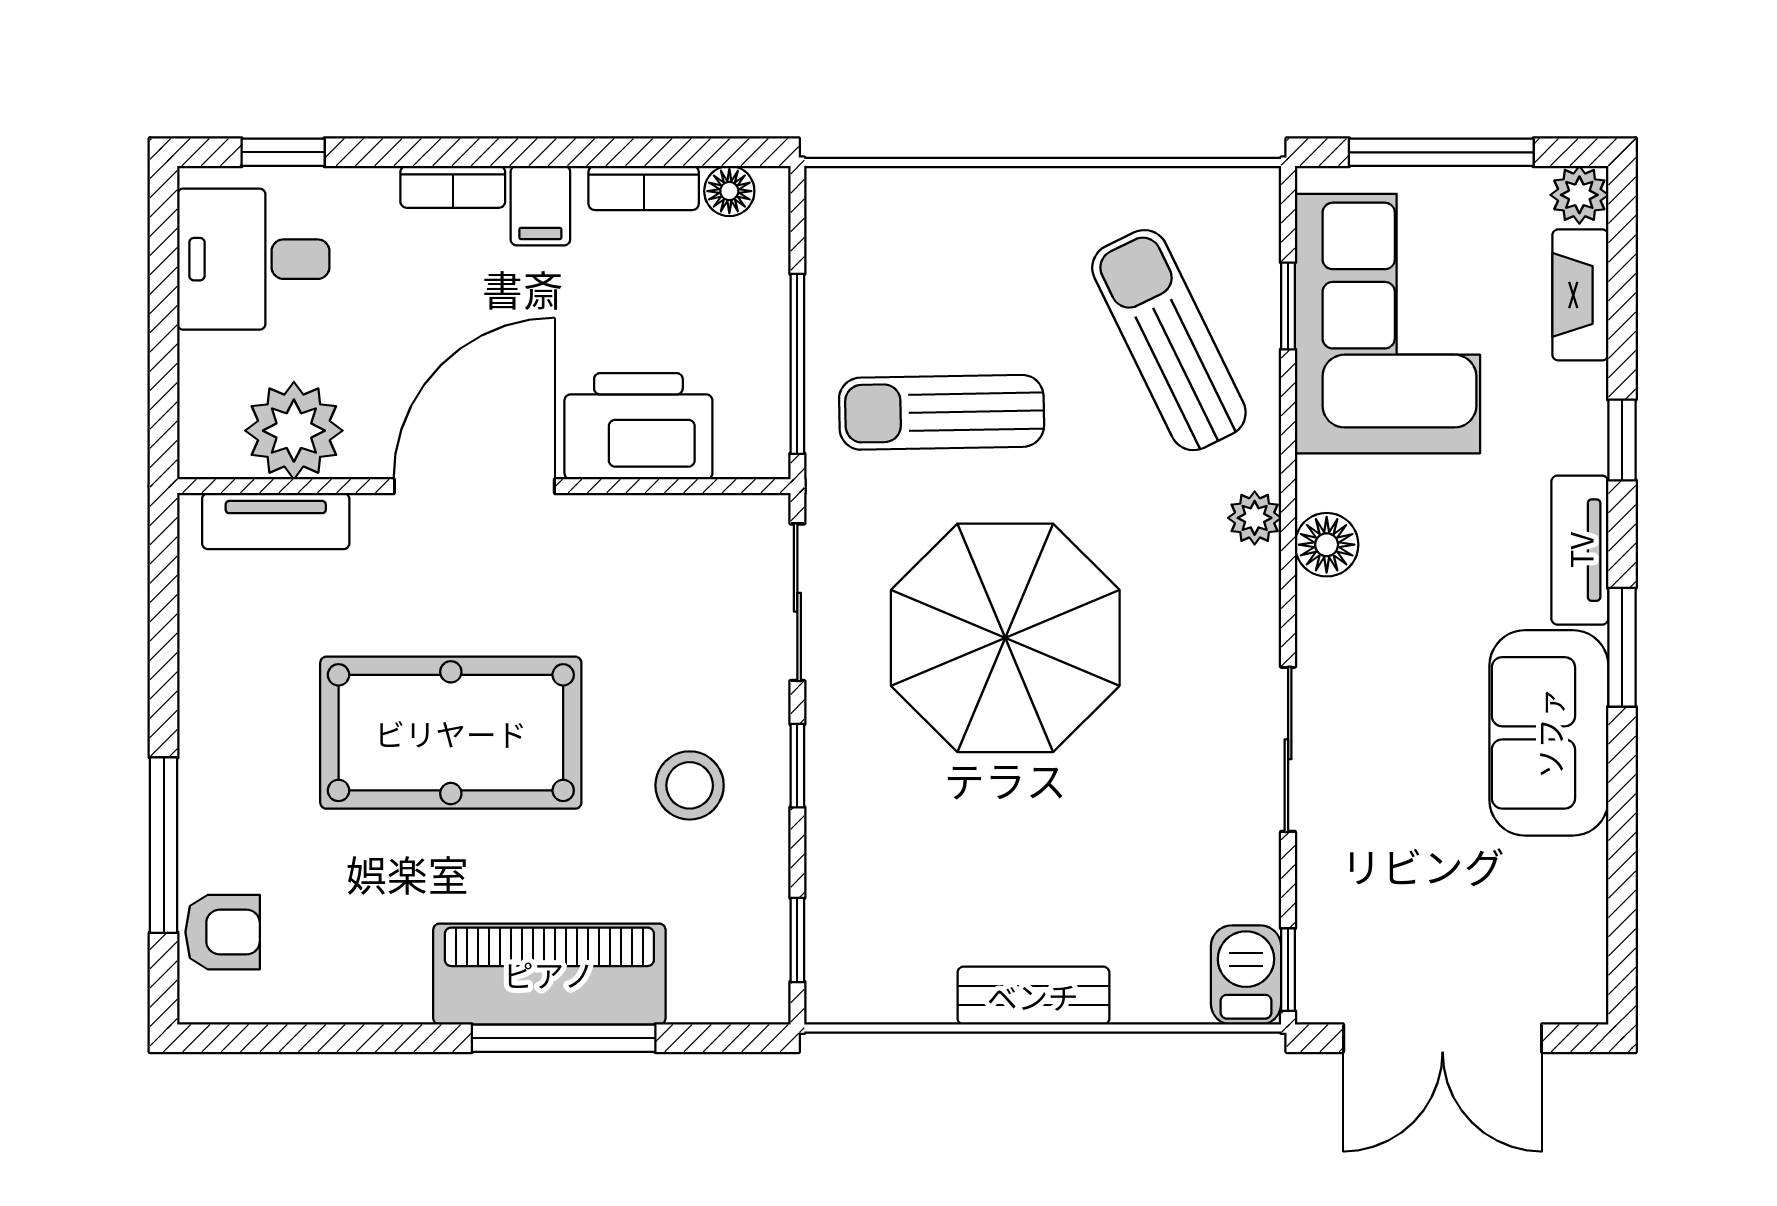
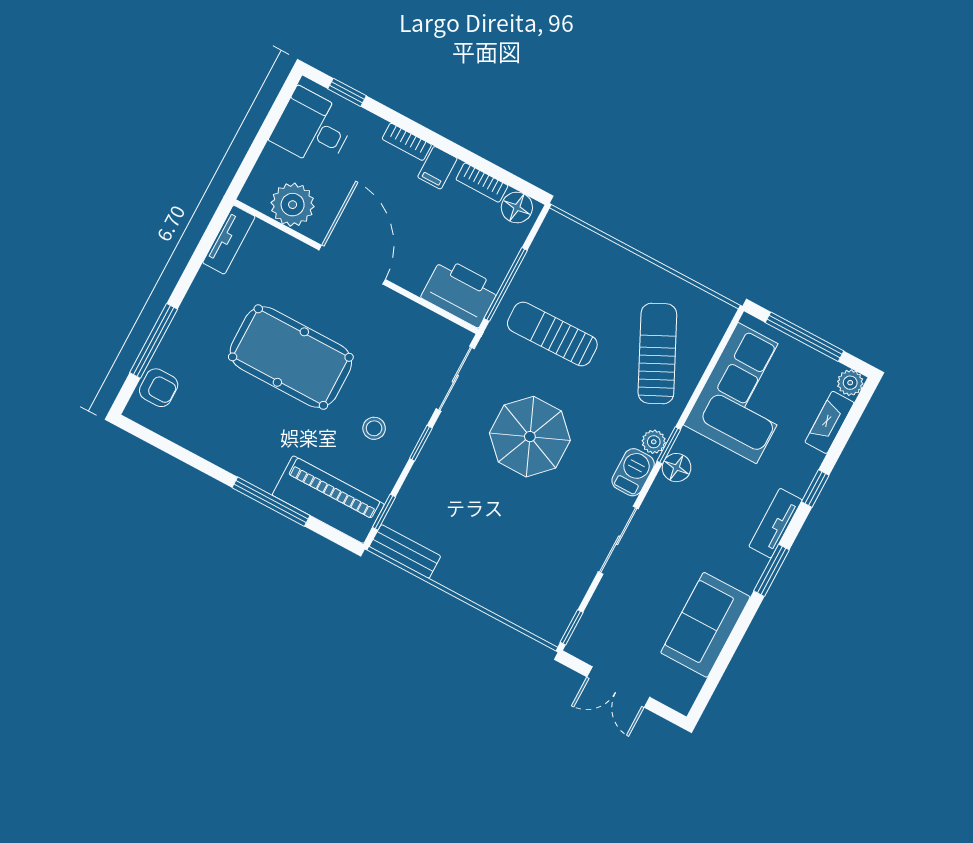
floor lamp: (729, 191) -> (517, 207), width x1.37, depth x1.37
window: (1288, 306) -> (669, 445), moved
printer: (638, 426) -> (460, 292), moved
door: (474, 486) -> (352, 265), hinge flipped
tv unit: (276, 521) -> (229, 240), moved, turned -90
parasol: (1005, 638) -> (530, 437), width x0.73, depth x0.73
sofa: (1549, 733) -> (705, 625), moved
stool: (690, 785) -> (374, 428), width x0.73, depth x0.73
piano: (549, 974) -> (328, 500), moved
barbecue: (1246, 975) -> (633, 472), moved
bench: (1033, 996) -> (405, 552), moved
double door: (1443, 1038) -> (618, 687), width x0.73

